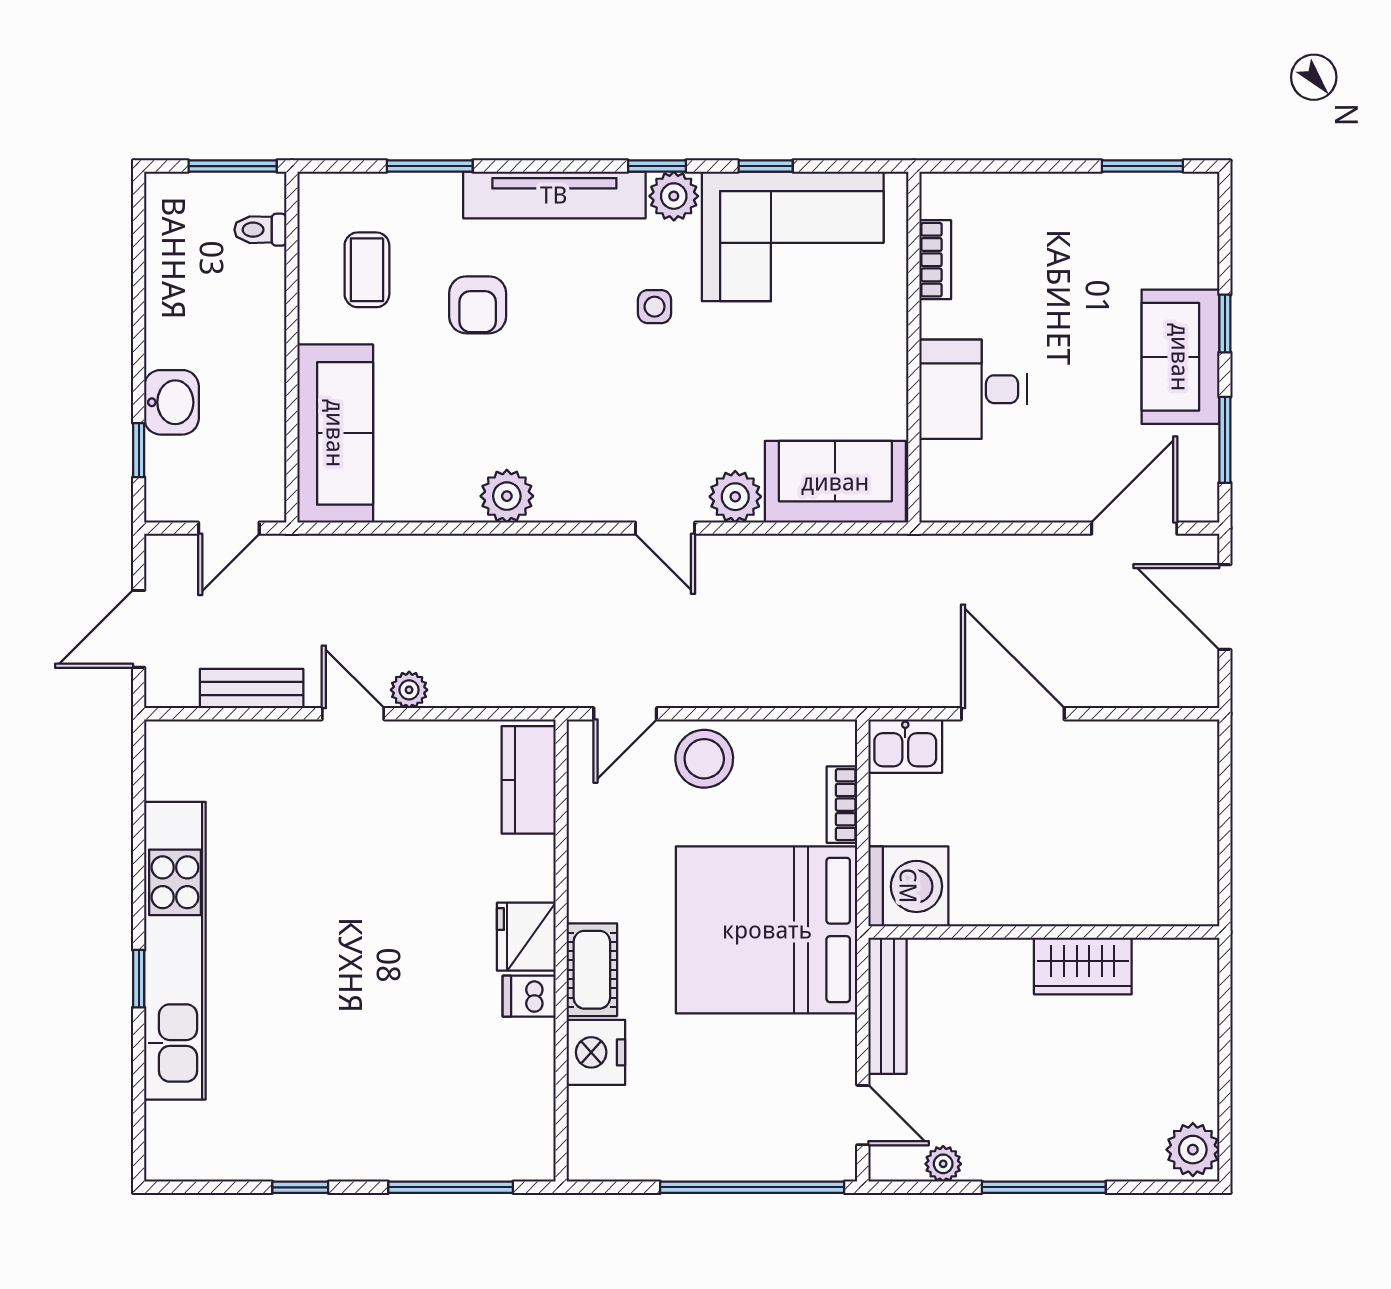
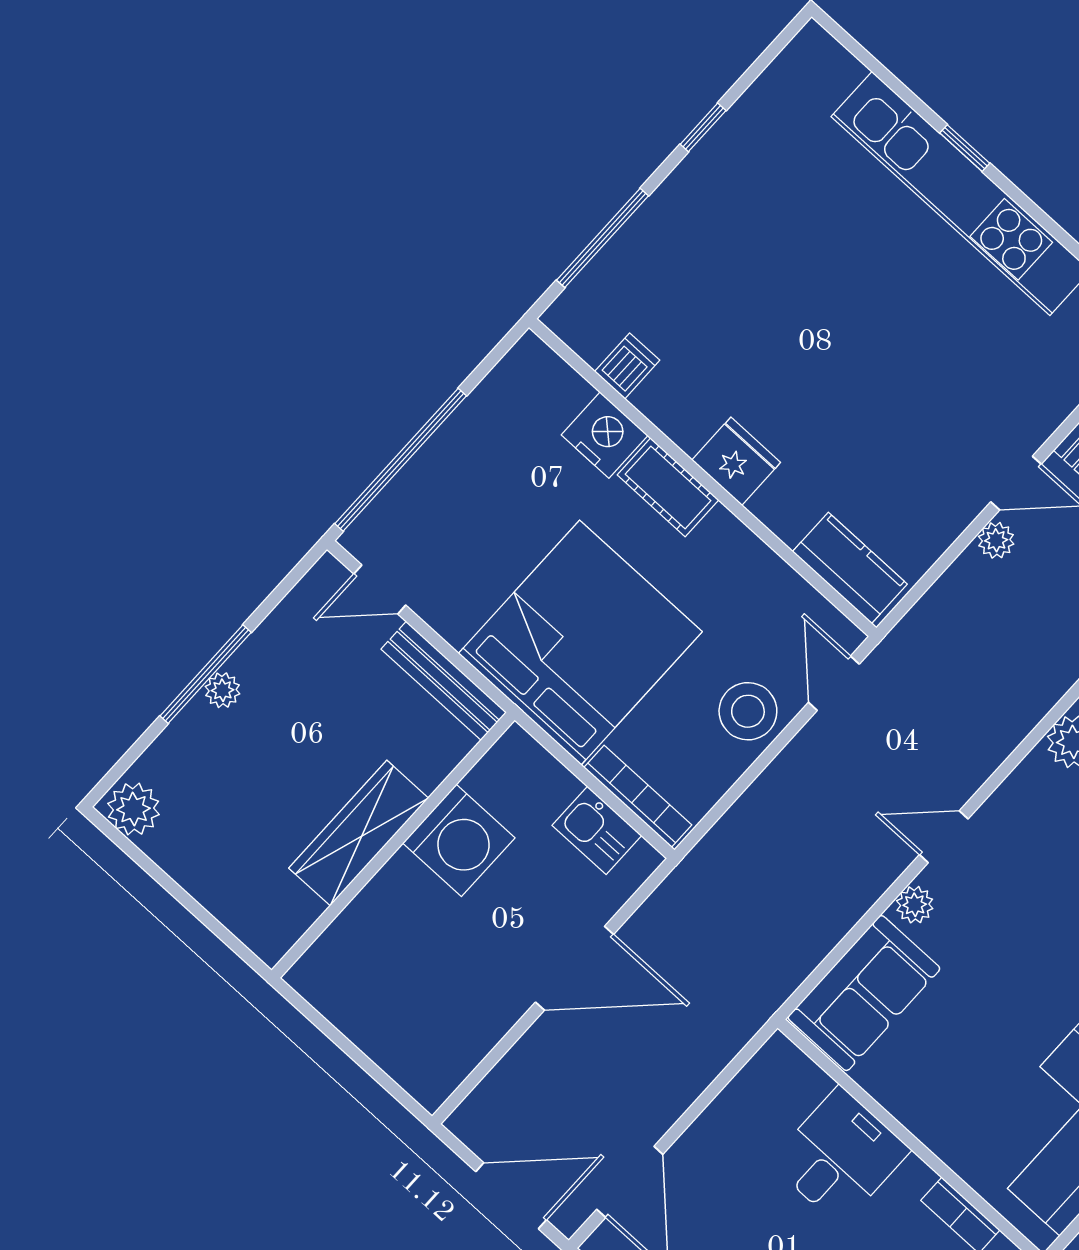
plant: (735, 497) -> (915, 905), width x0.73, depth x0.73
kitchen sink: (905, 746) -> (597, 830), moved, turned -90
bookcase: (842, 805) -> (638, 796), width x1.56
washing machine: (908, 886) -> (459, 840), moved, turned -90
wardrobe: (1083, 966) -> (359, 833), width x1.50
dishwasher: (529, 996) -> (627, 366), moved
plant: (943, 1164) -> (223, 690), moved

